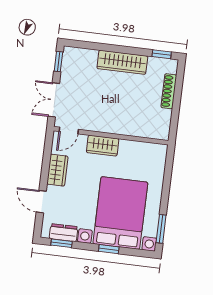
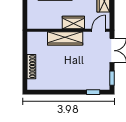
window: (162, 54) -> (93, 92), moved
wardrobe: (122, 62) -> (65, 38), moved, turned 180

